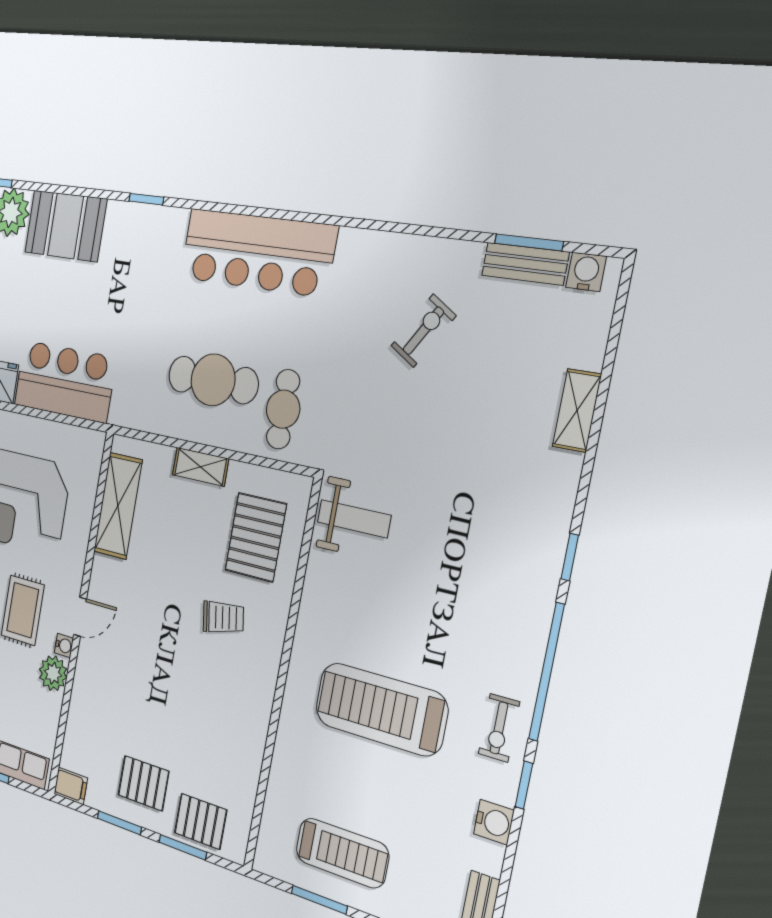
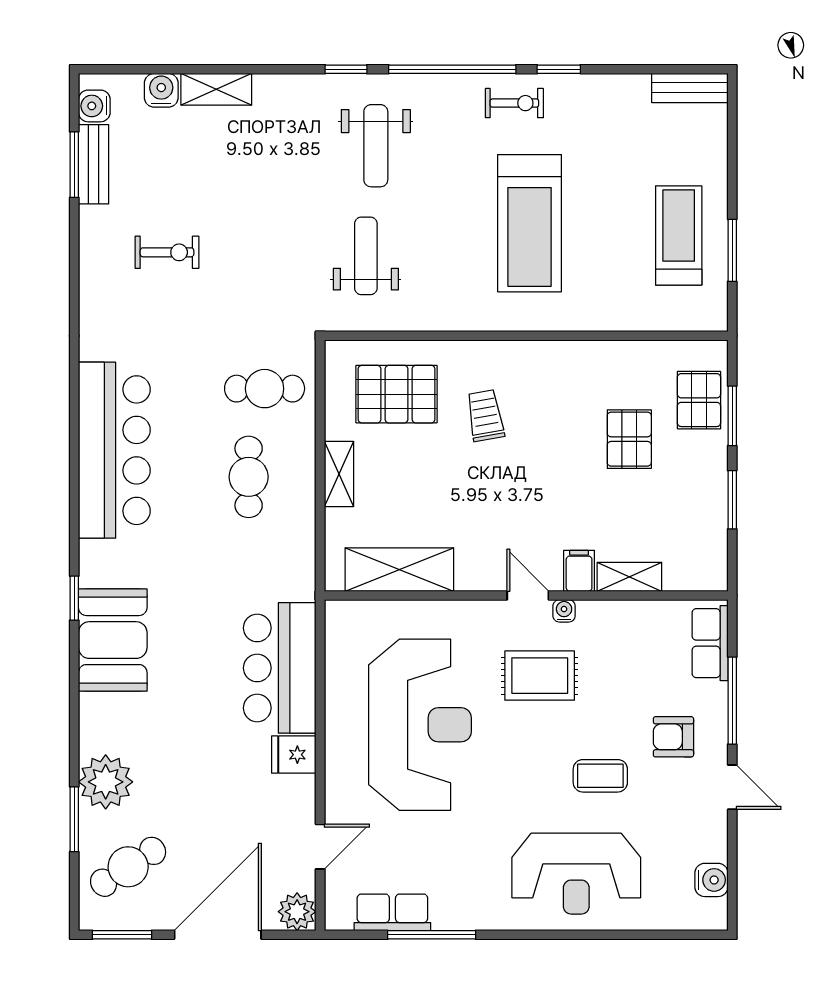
booth: (65, 226) -> (113, 640), moved
exercise bike: (423, 331) -> (167, 252), turned 148
cafe table: (213, 380) -> (249, 477), width x0.73, depth x0.74
weight bench: (354, 519) -> (366, 256), moved
weight bench: (485, 571) -> (376, 146), added
plant: (53, 673) -> (598, 619), removed
shelving: (79, 711) -> (629, 577), added
pallet: (143, 783) -> (629, 439), moved
filing cabinet: (71, 786) -> (579, 571), moved
water cooler: (494, 822) -> (161, 90), moved

